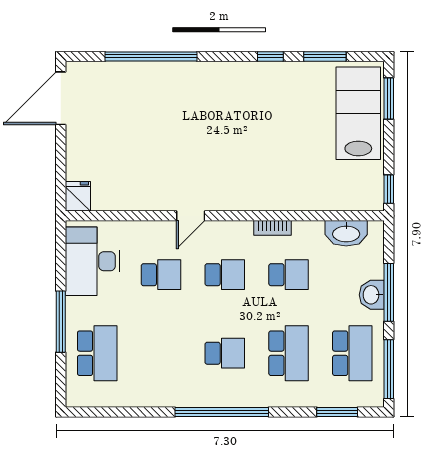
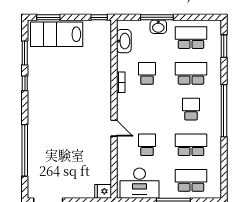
school desk: (225, 275) -> (191, 145), moved, width x1.85
window: (389, 369) -> (200, 17), removed

